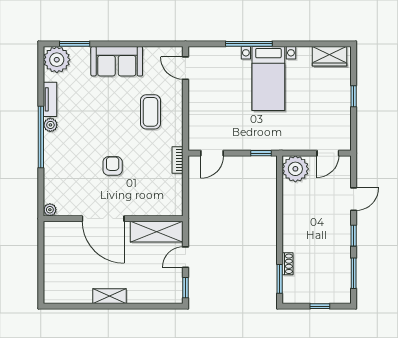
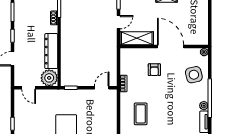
door: (328, 153) -> (29, 88), swing flipped
armchair: (113, 166) -> (154, 70), moved
side table: (66, 174) -> (194, 75), added
dresser: (292, 211) -> (51, 51), added

